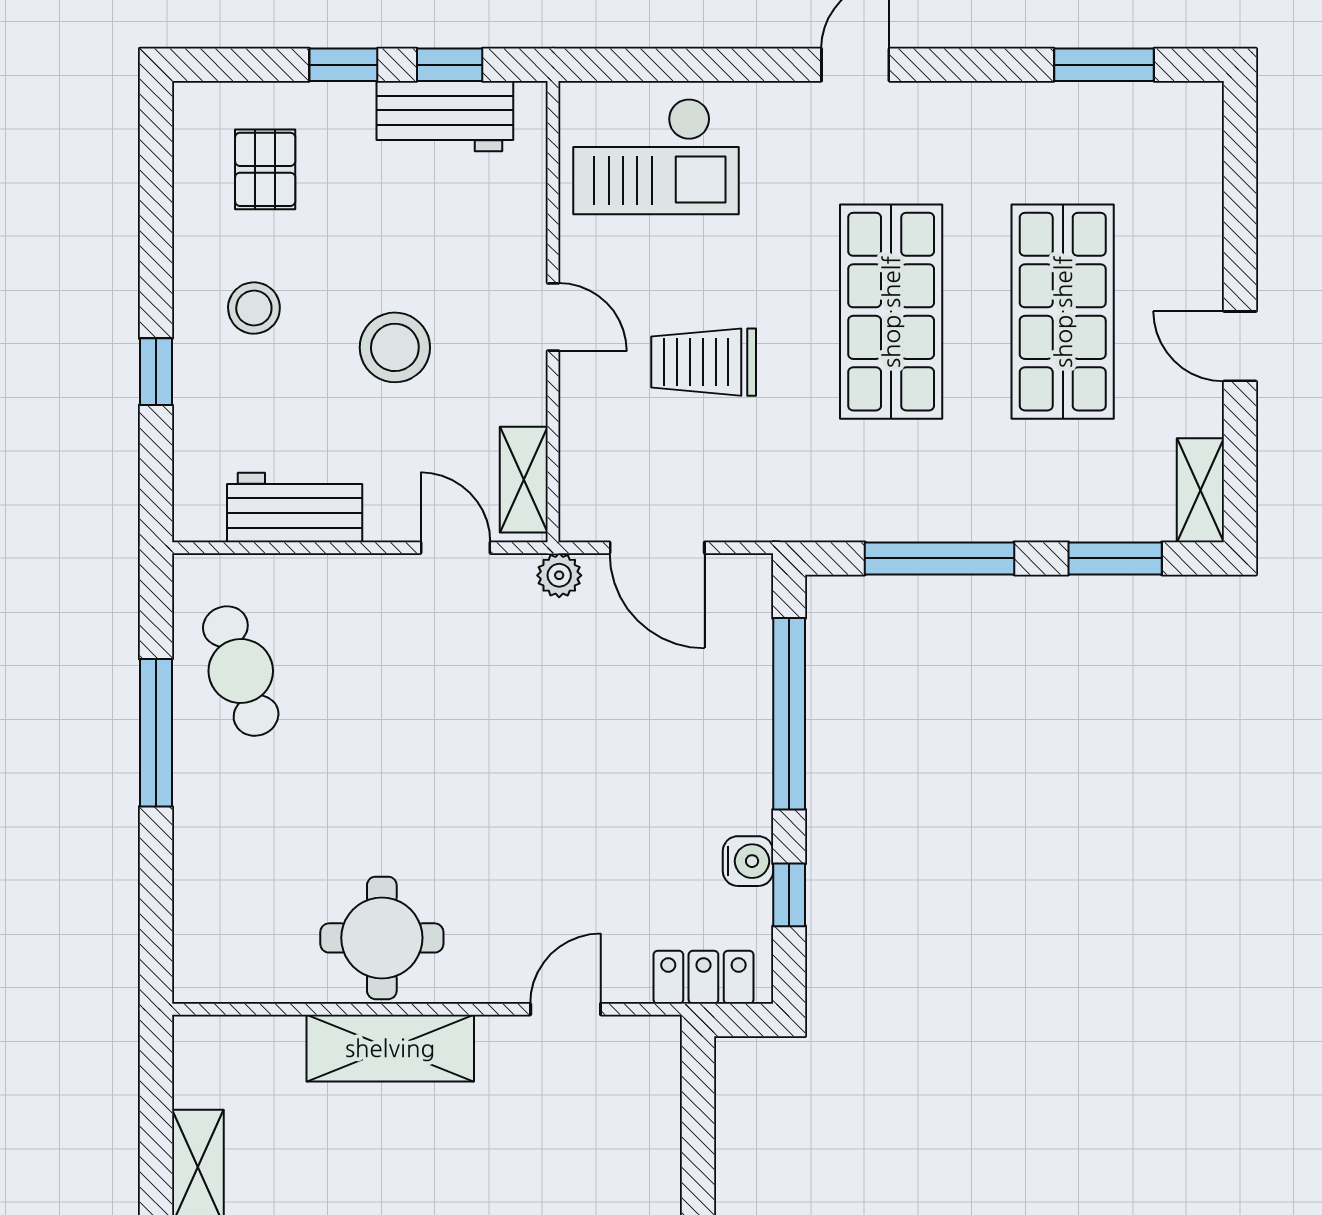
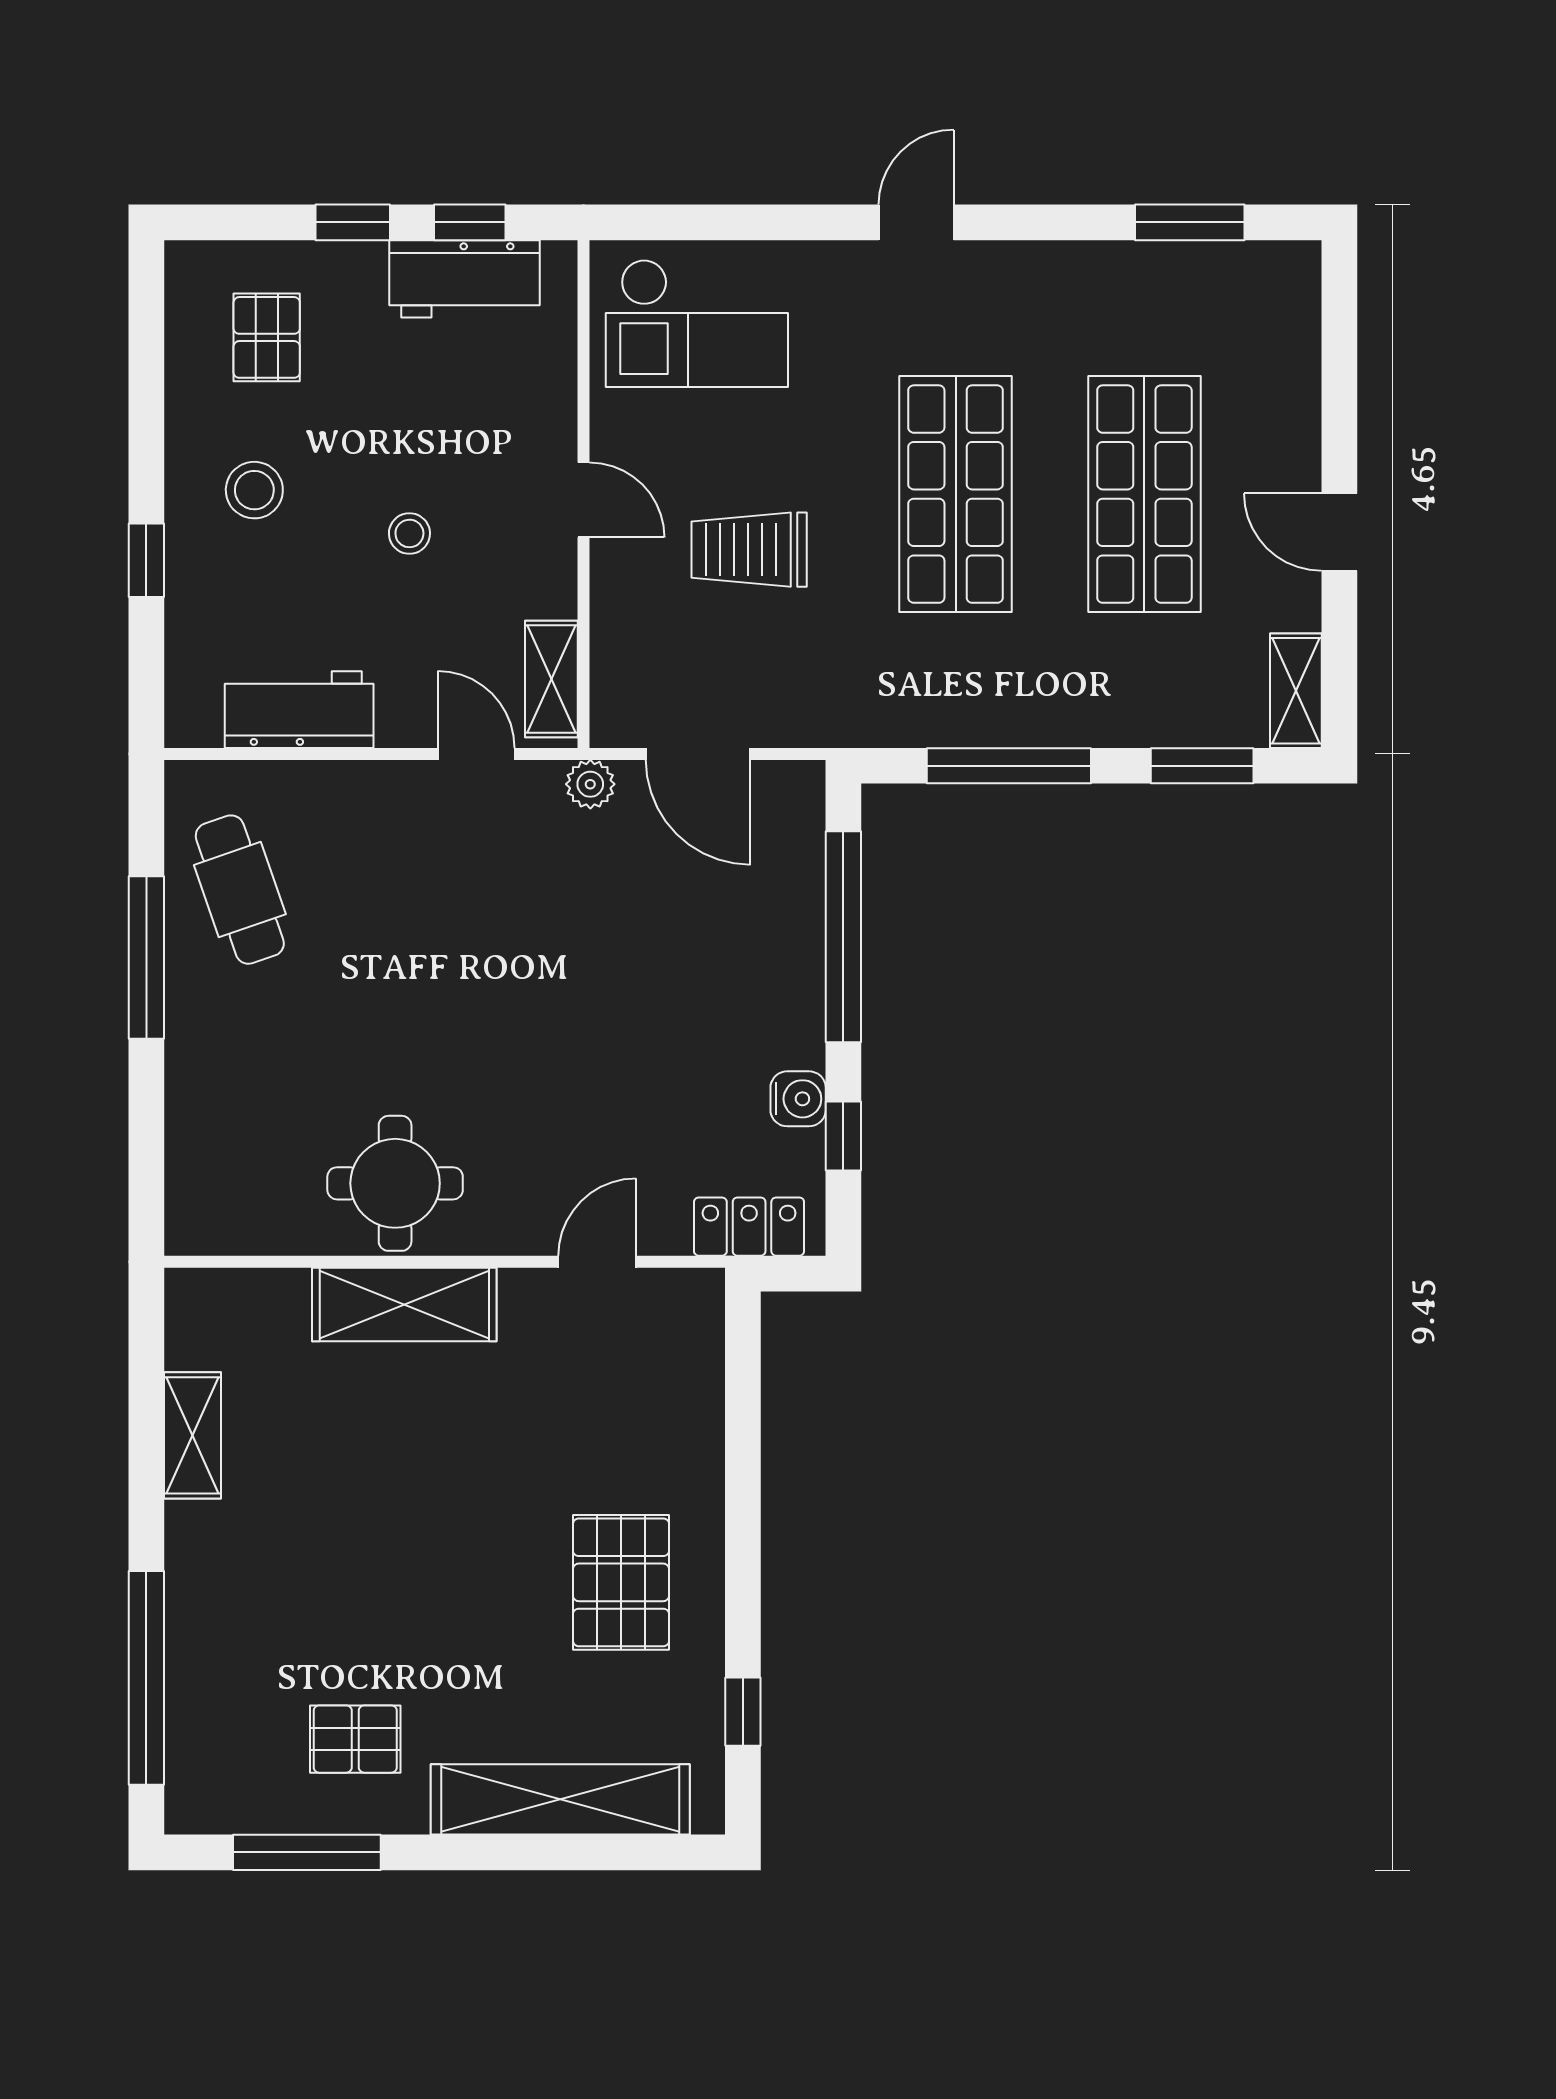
stool: (395, 347) -> (409, 533), width x0.53, depth x0.53

